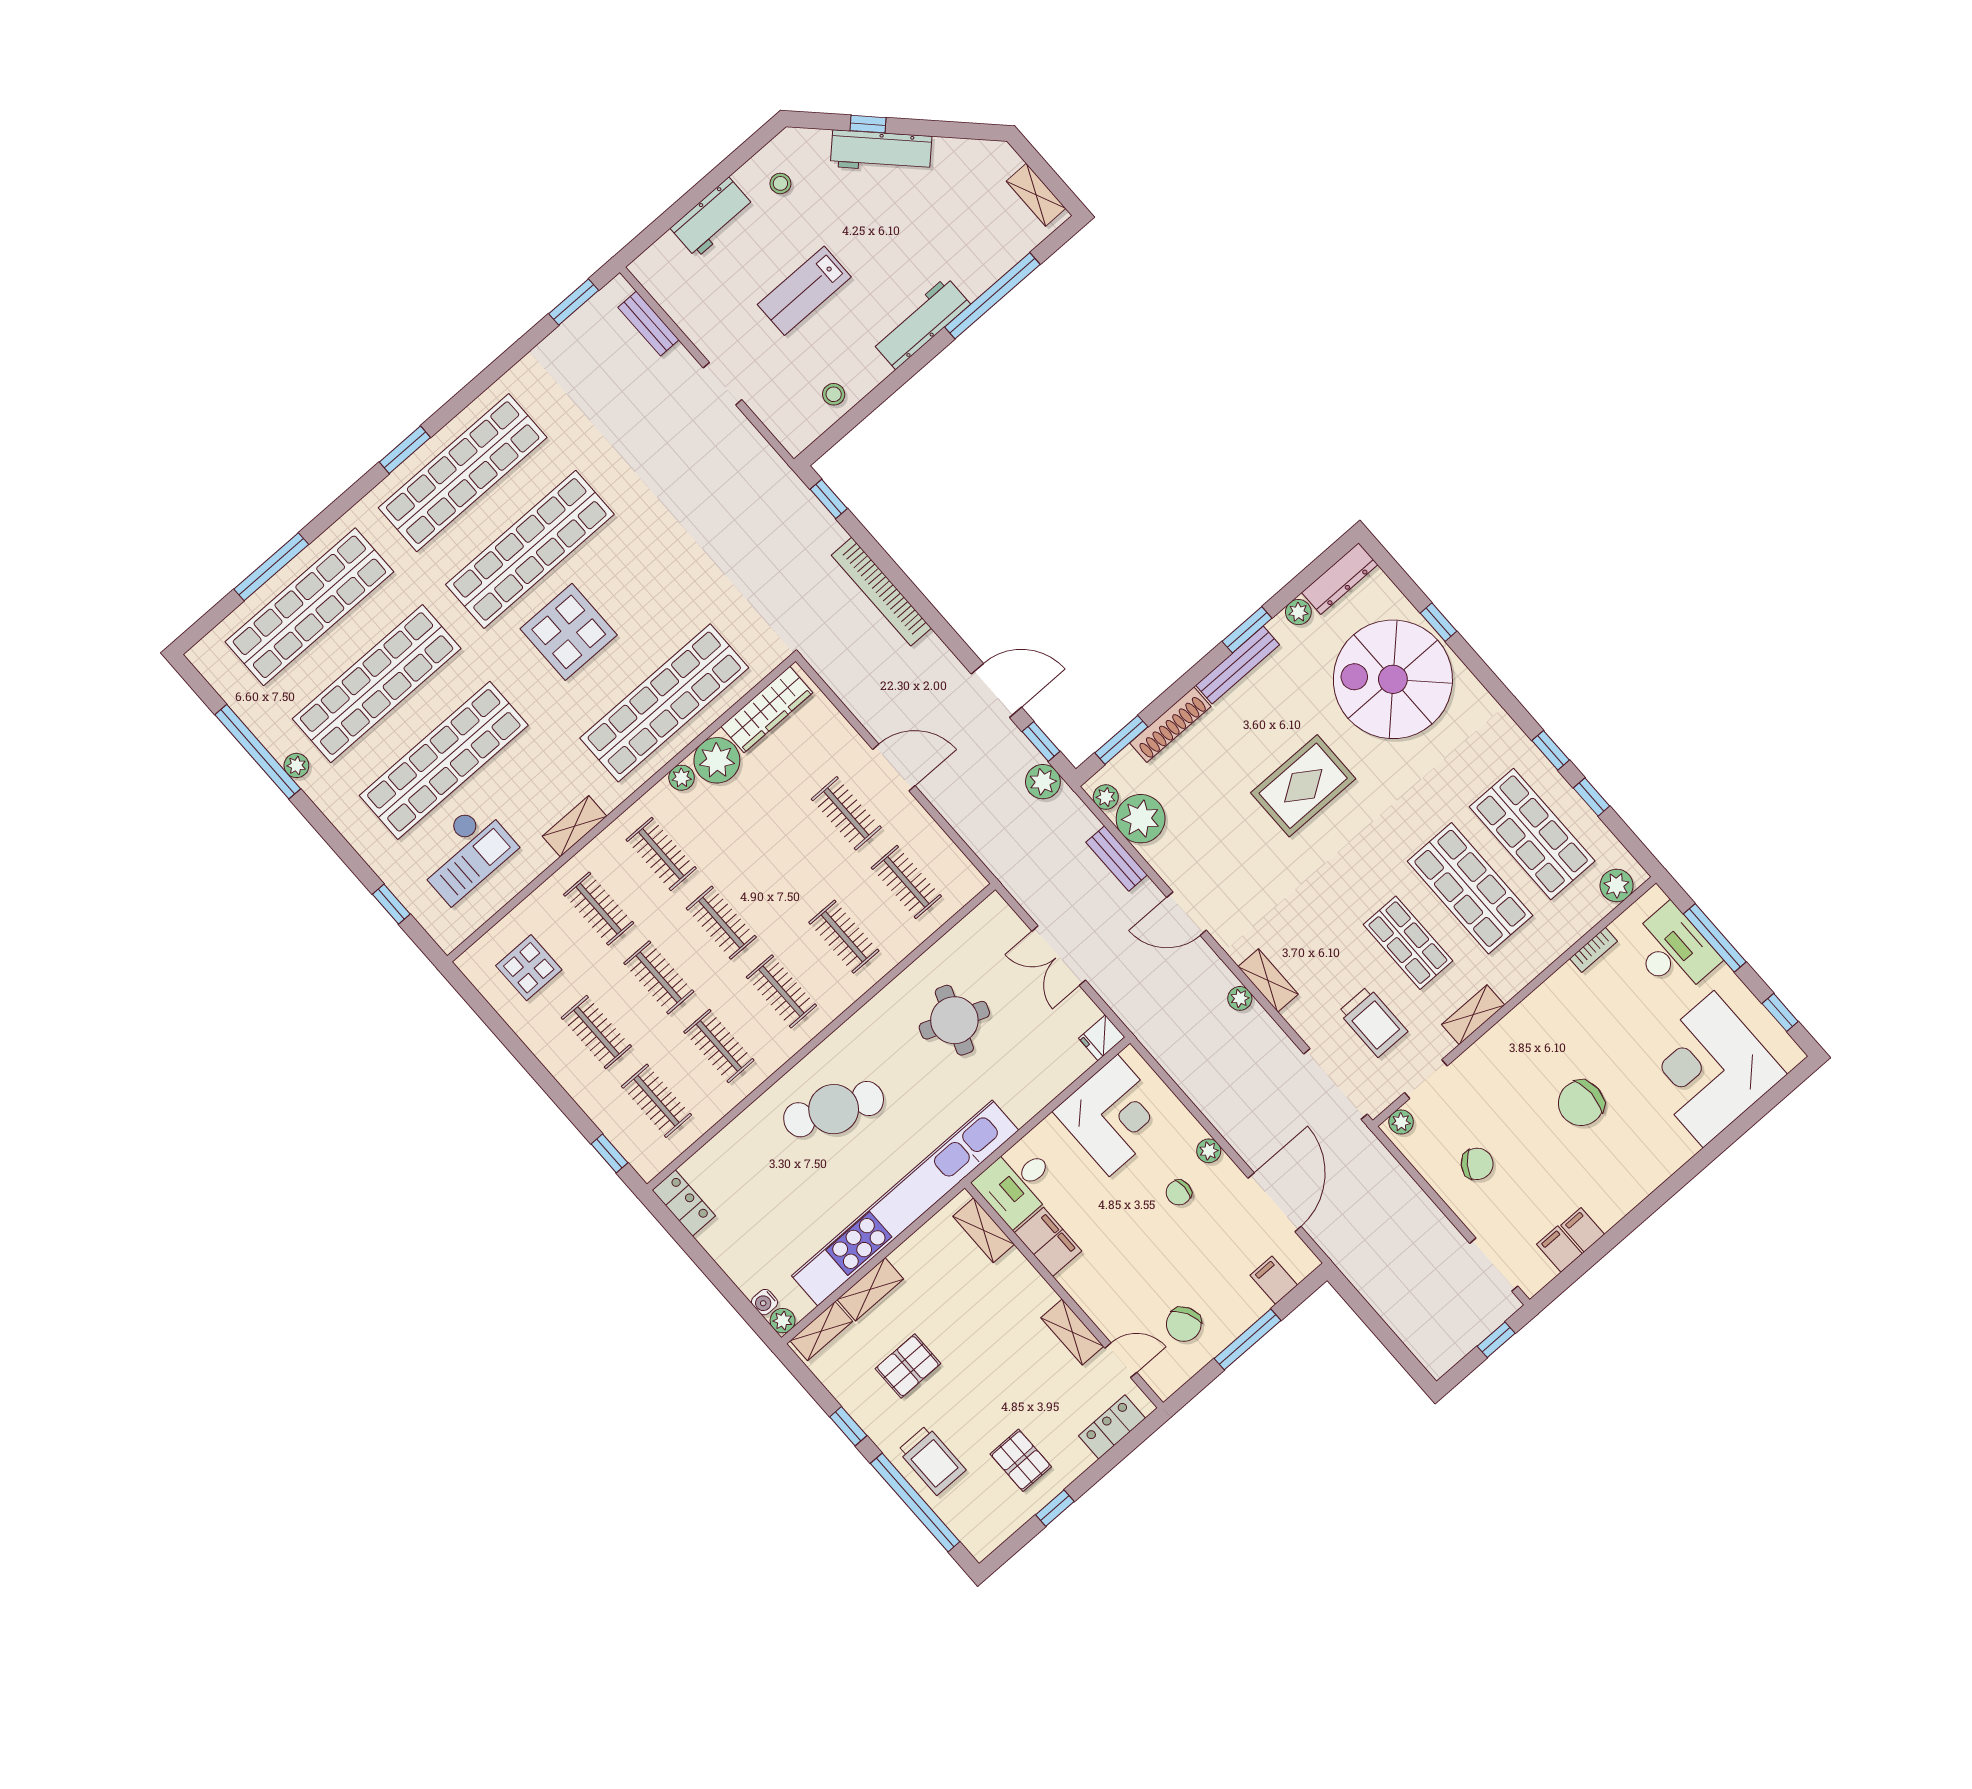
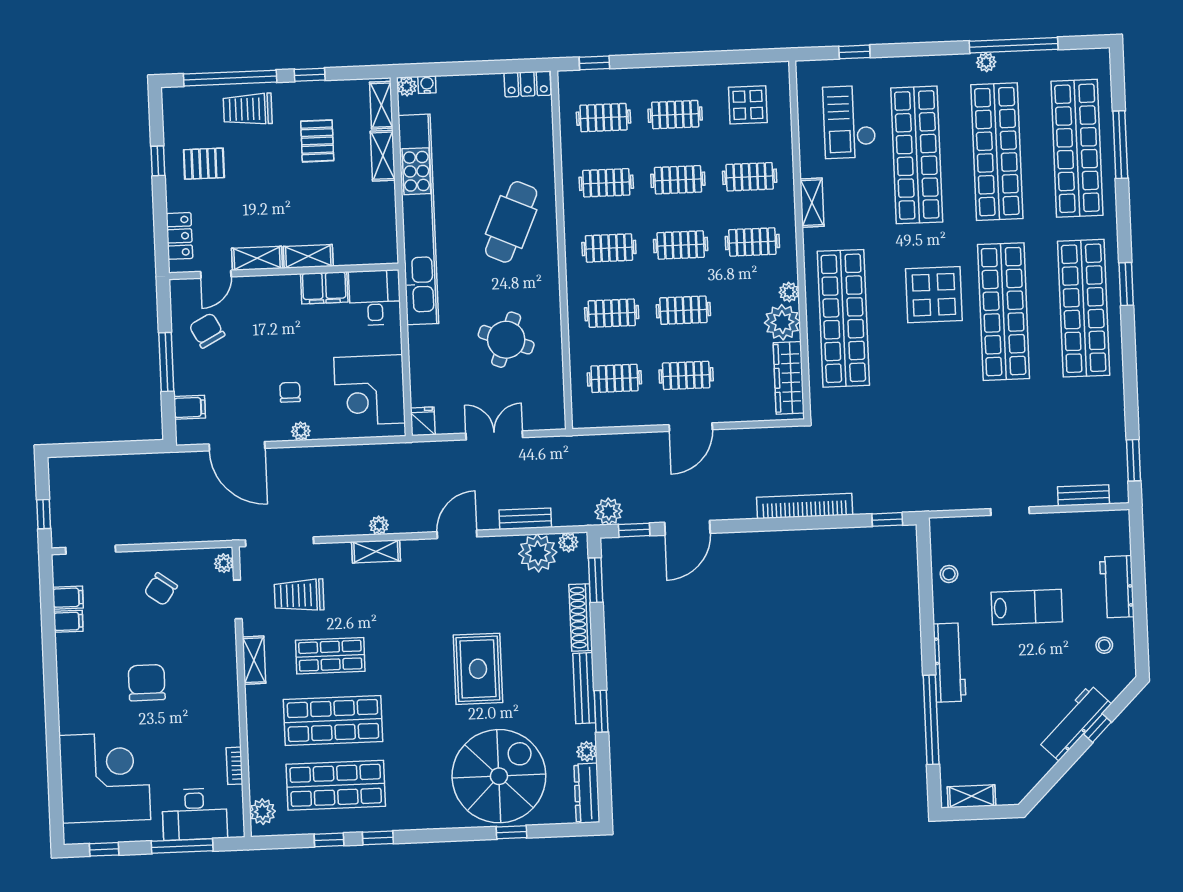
lab bench: (804, 291) -> (1027, 607), turned 90
clothes rail: (784, 868) -> (683, 310), added
shelving: (984, 1230) -> (308, 256), moved

